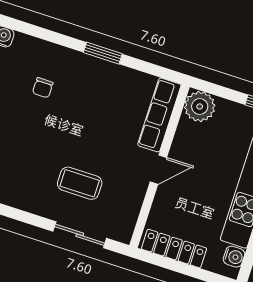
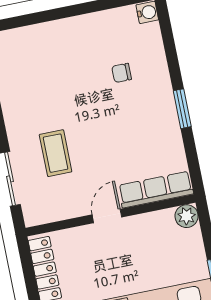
plant: (200, 106) -> (187, 216), width x0.73, depth x0.73
door: (158, 170) -> (107, 216), swing flipped

